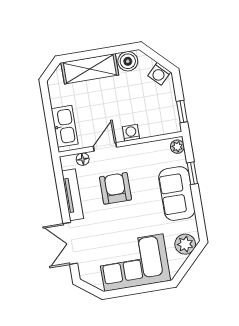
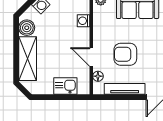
kitchen sink: (65, 126) -> (65, 86), width x0.73
washing machine: (131, 133) -> (83, 21), moved

